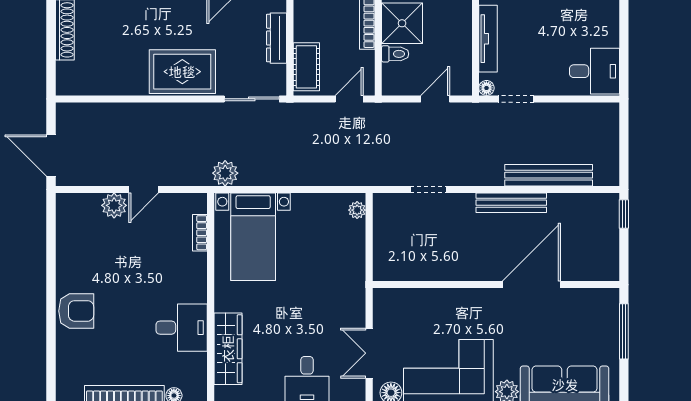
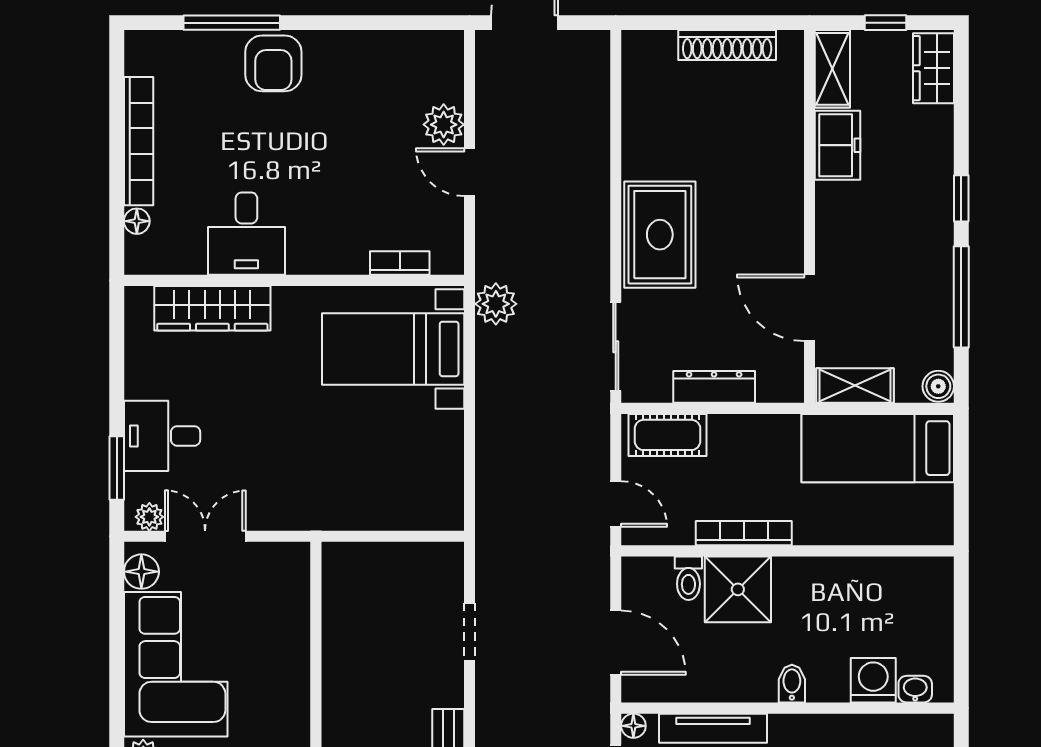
door: (435, 99) -> (616, 643), width x1.38
plant: (357, 210) -> (149, 517), moved
window: (51, 337) -> (232, 23), added

